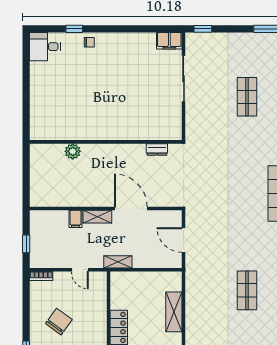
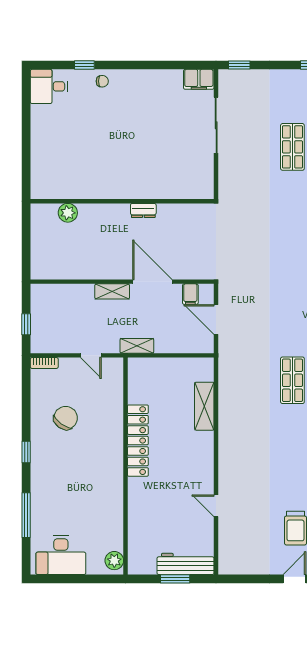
dresser: (157, 149) -> (143, 210), moved
plant: (73, 151) -> (68, 213), moved
filing cabinet: (75, 219) -> (190, 294), moved

